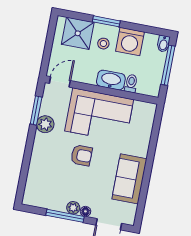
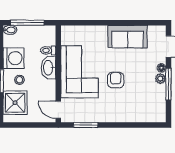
plant: (45, 124) -> (96, 115), removed

